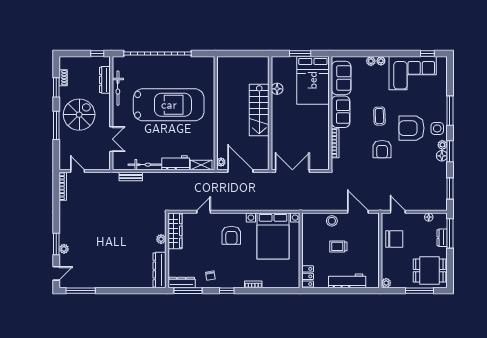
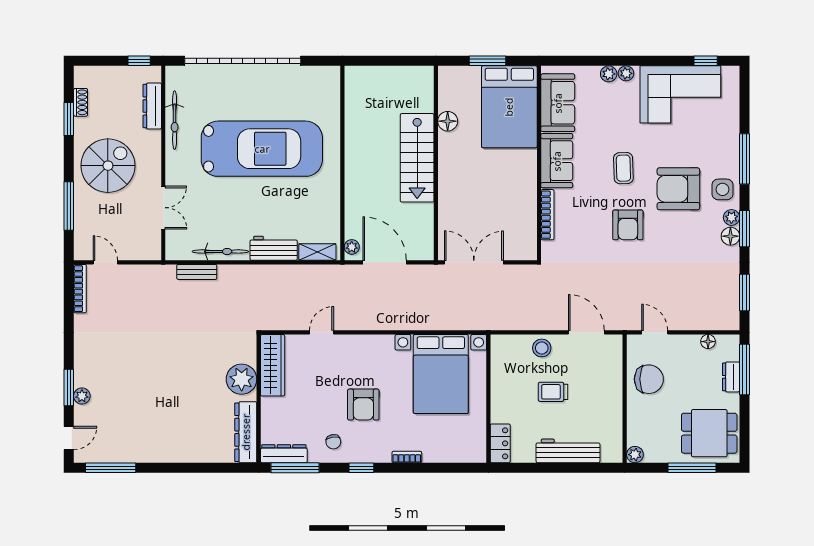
window: (56, 125) -> (69, 206), moved
armchair: (231, 235) -> (363, 405), moved
plant: (161, 239) -> (242, 379), width x1.87, depth x1.87

